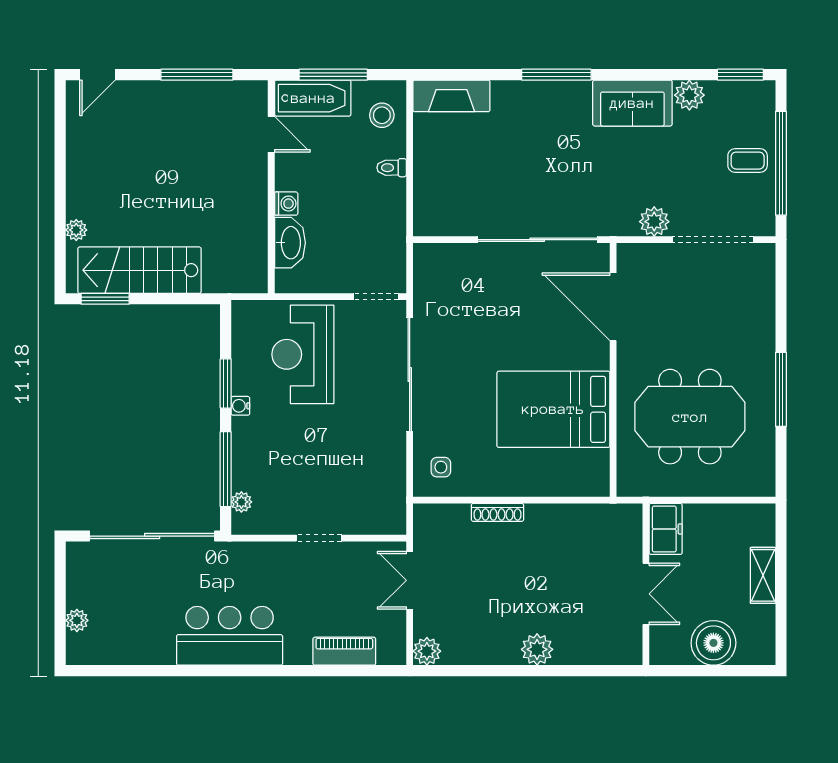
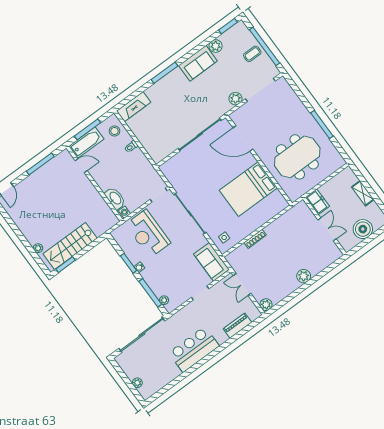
washing machine: (286, 204) -> (124, 213), moved
sofa: (383, 495) -> (211, 262), added

